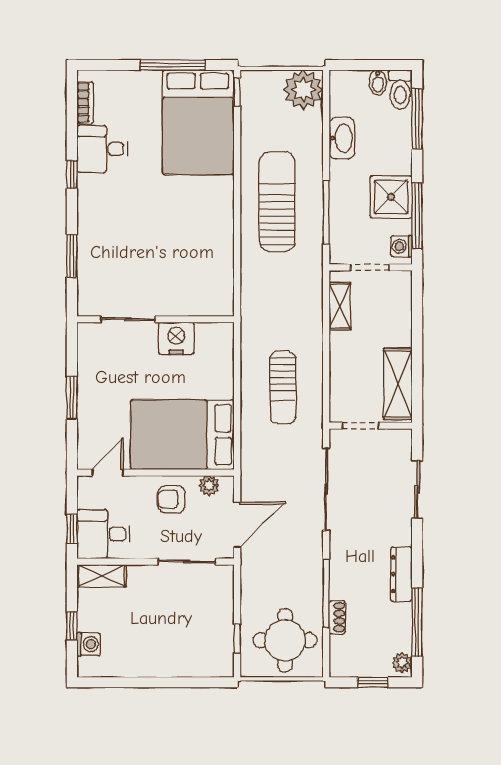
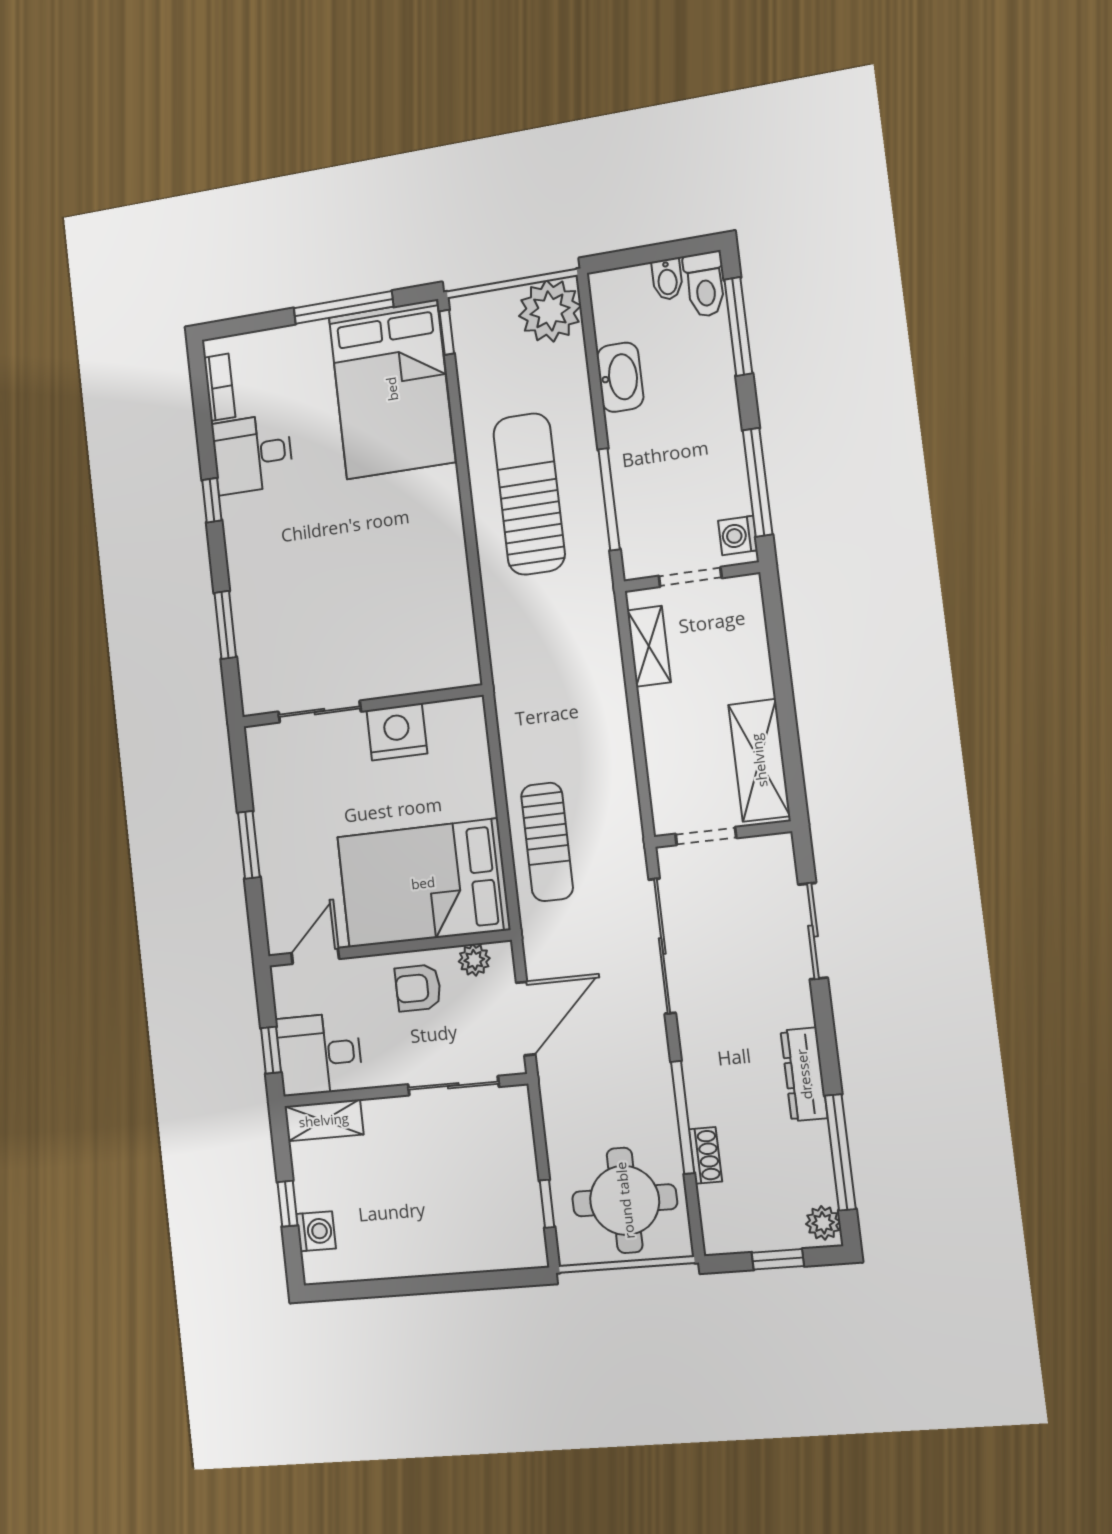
shower: (391, 197) -> (711, 459), removed
sun lounger: (283, 387) -> (547, 842), moved

